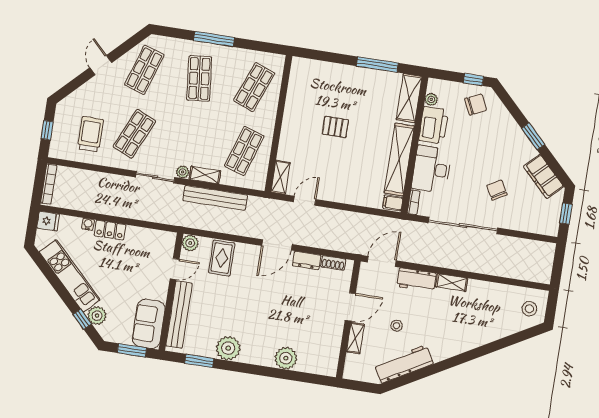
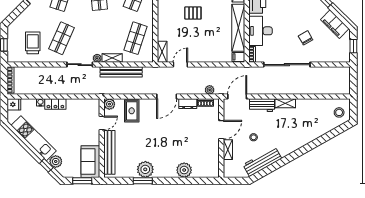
plant: (342, 245) -> (210, 90), added
window: (199, 361) -> (143, 181), moved

